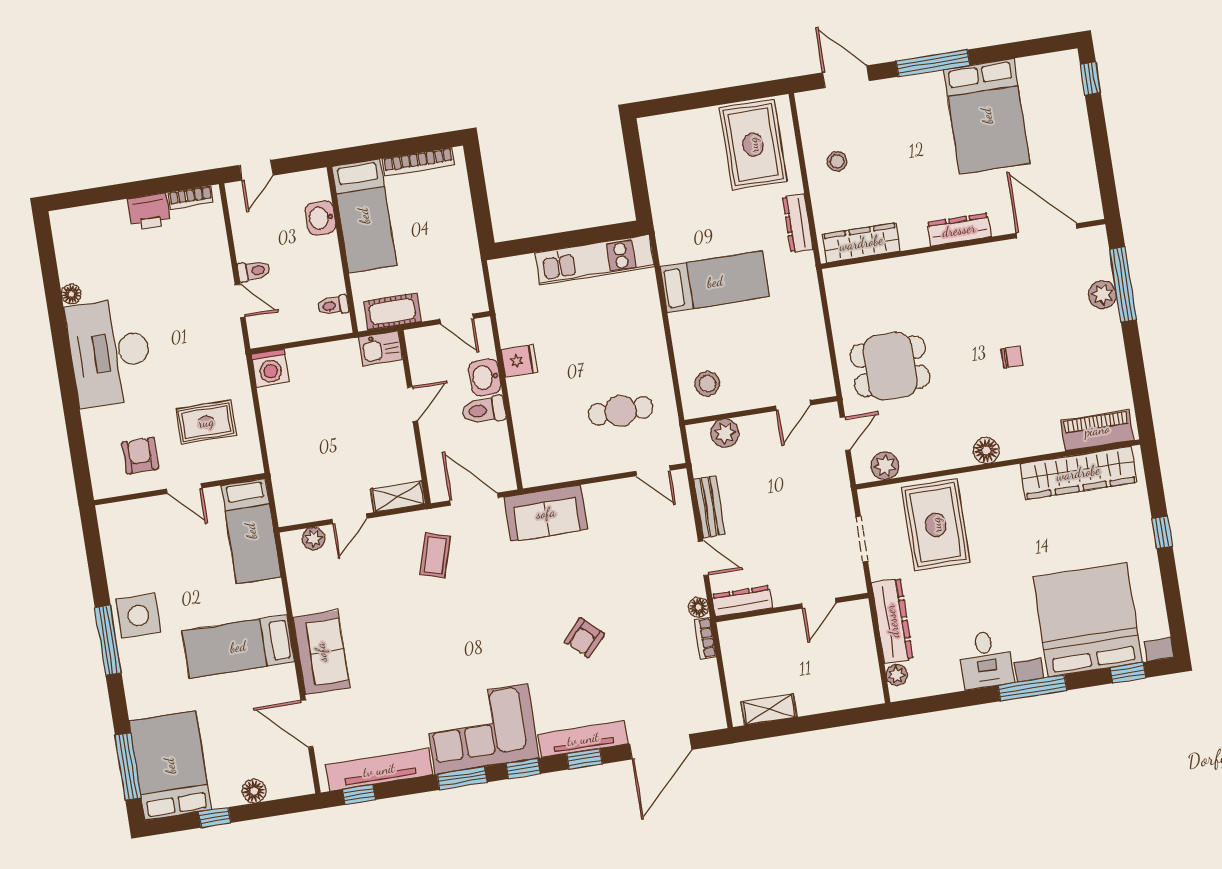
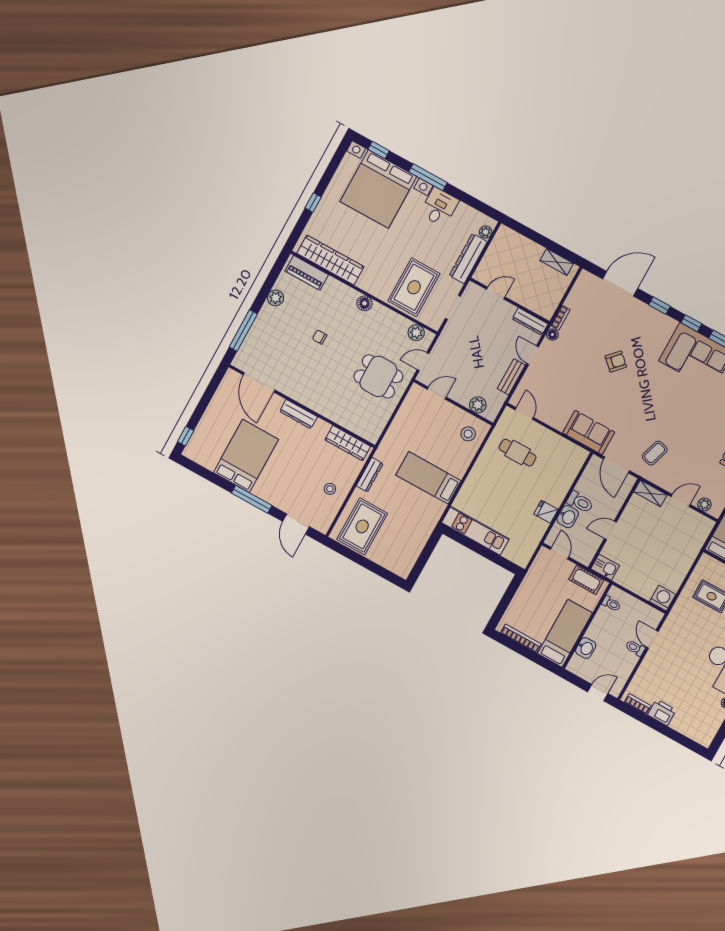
plant: (1102, 295) -> (276, 298), moved
tv unit: (583, 739) -> (653, 315), removed

